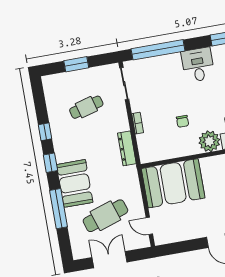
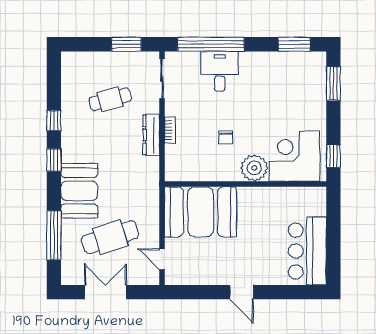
window: (76, 64) -> (126, 44), moved
desk: (198, 65) -> (220, 71), moved
dresser: (127, 148) -> (151, 135), moved
window: (58, 209) -> (54, 235), moved

